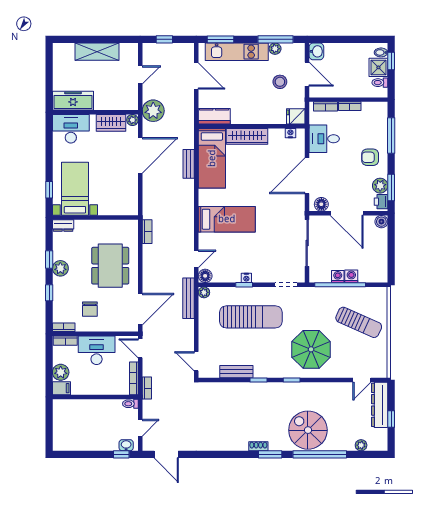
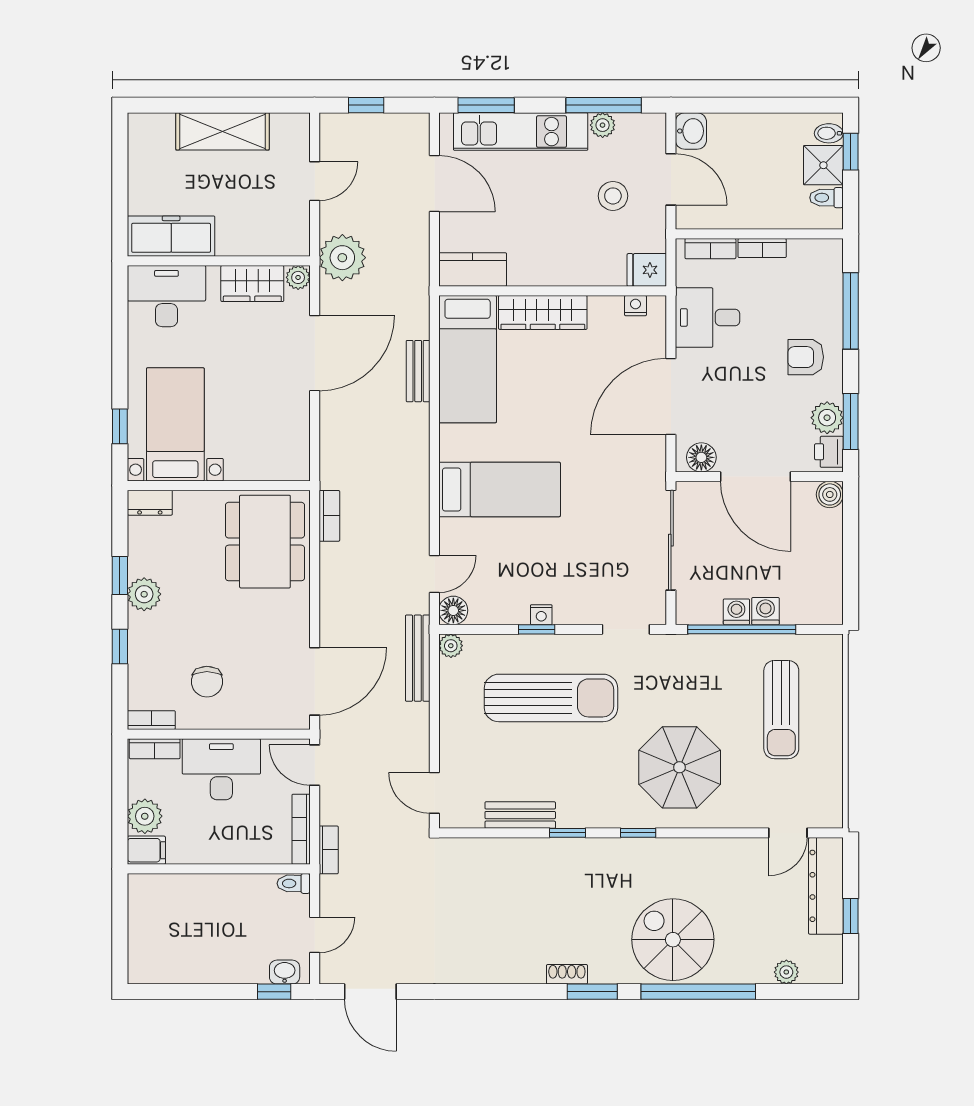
dining table: (110, 266) -> (265, 542), moved
sun lounger: (359, 322) -> (781, 710), turned 66

